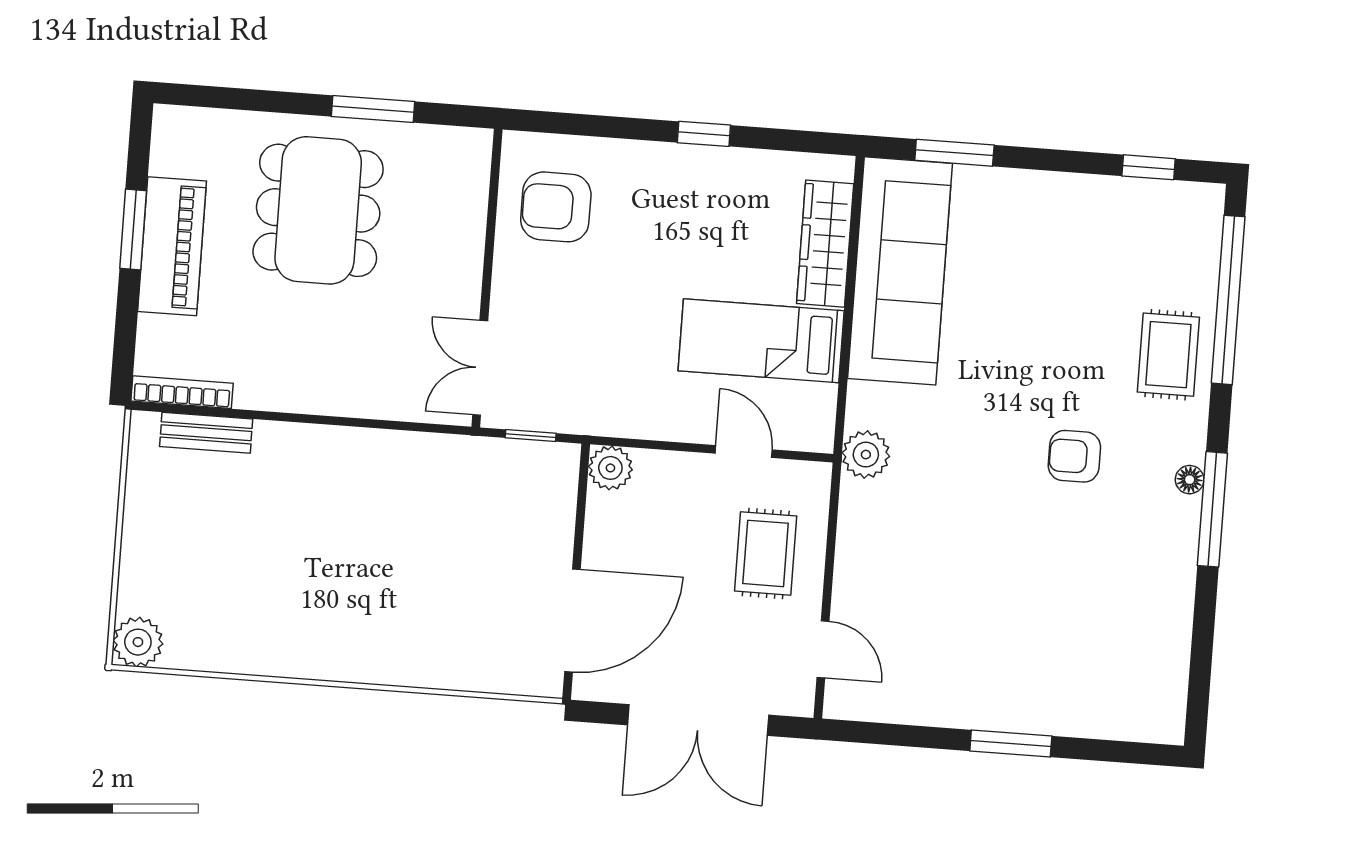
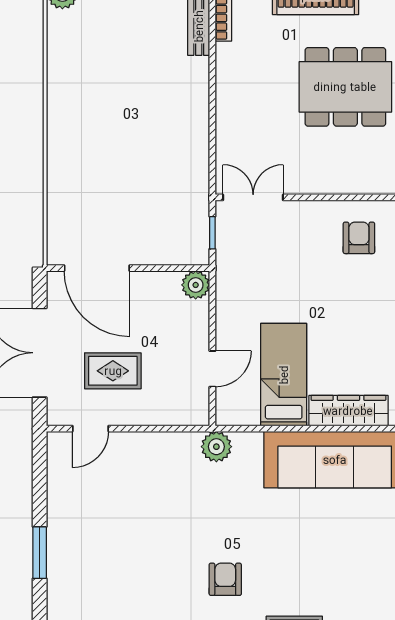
armchair: (556, 207) -> (359, 238), width x0.72, depth x0.72
rug: (766, 553) -> (113, 371), moved

